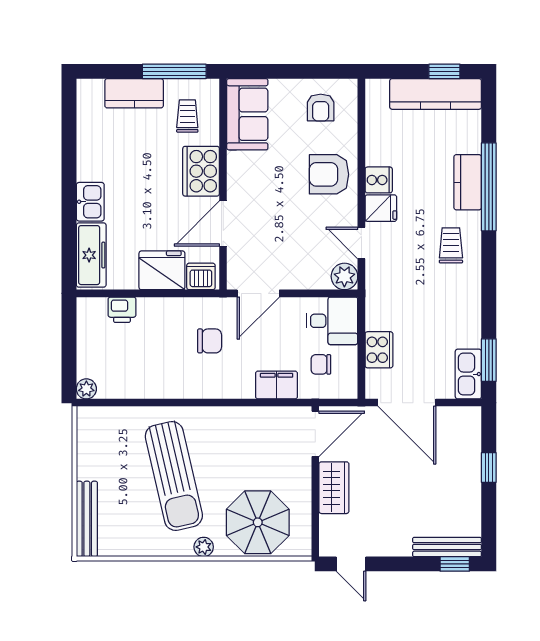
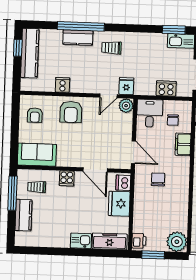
armchair: (321, 108) -> (35, 115), turned 90
cooker: (201, 171) -> (67, 178), width x0.53, depth x0.76
cooker: (379, 180) -> (63, 85), moved
fridge: (381, 208) -> (126, 86), moved
printer: (122, 310) -> (139, 241), moved
window: (69, 337) -> (153, 255), added
plant: (86, 389) -> (177, 242), width x1.88, depth x1.88

